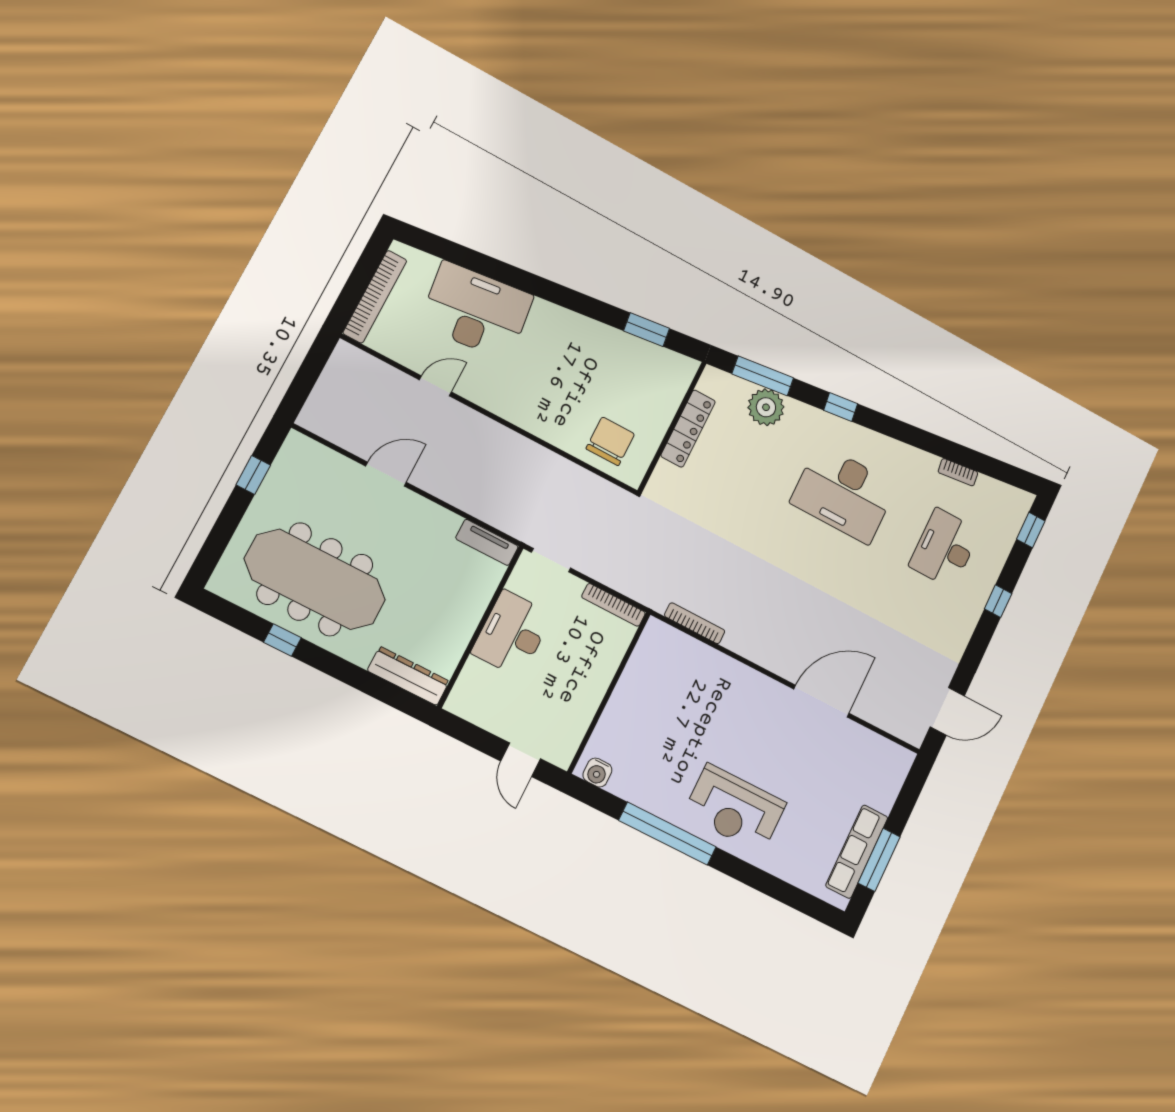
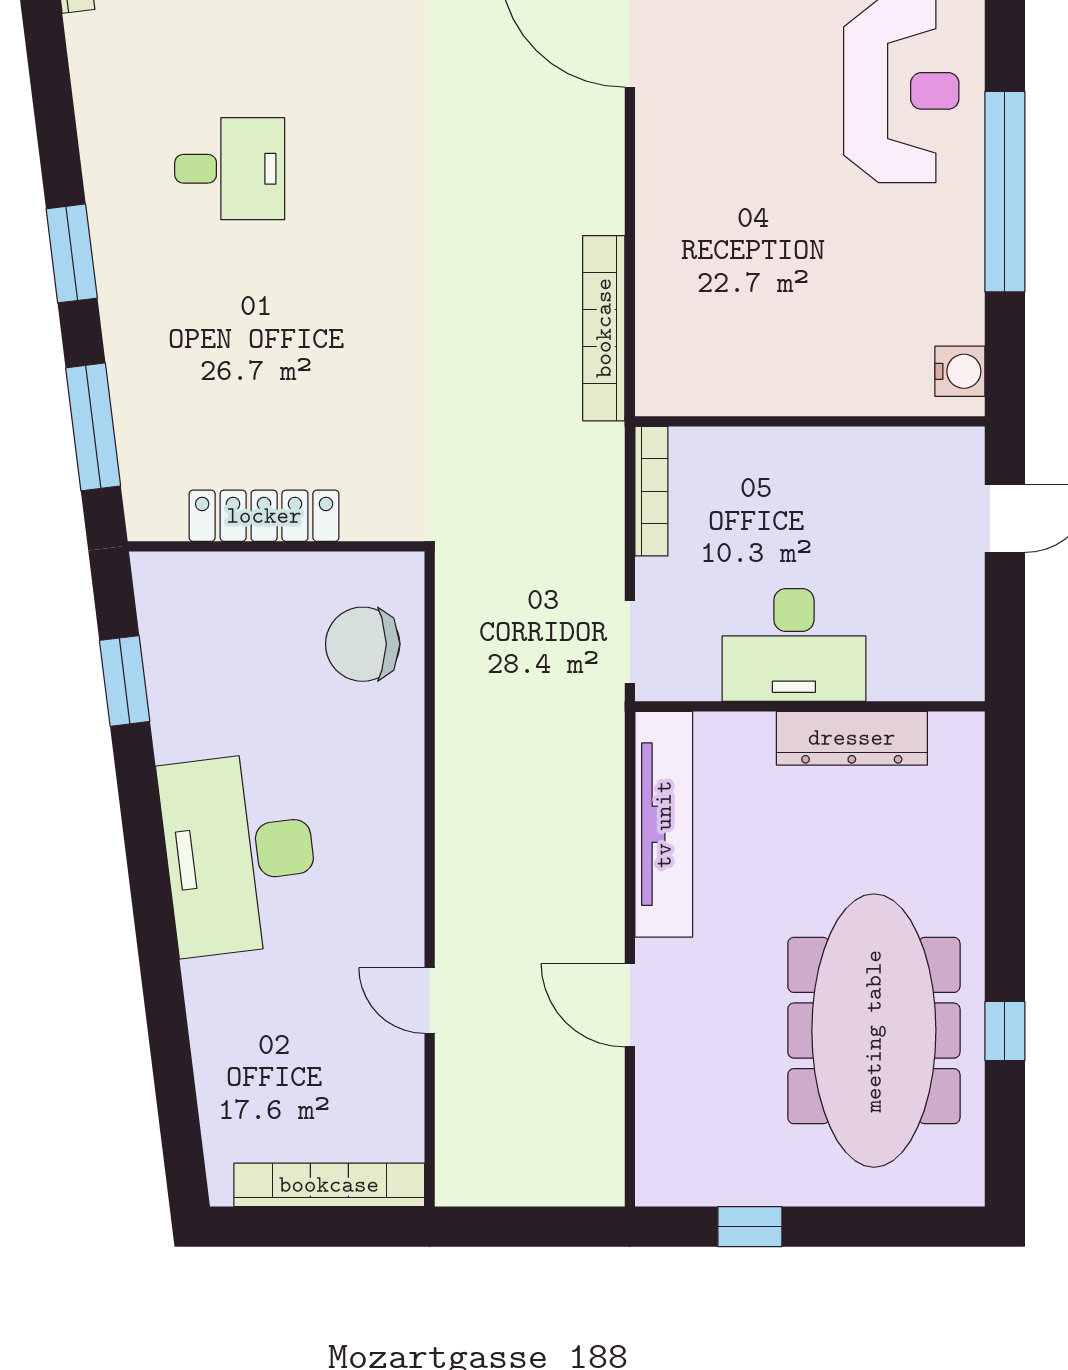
desk: (476, 311) -> (240, 854), moved
plant: (766, 407) -> (148, 392), removed
window: (841, 407) -> (72, 253), width x1.50
desk: (844, 494) -> (230, 169), width x0.53, depth x0.77
tv unit: (487, 542) -> (664, 824), width x1.92, depth x1.29
bookcase: (695, 623) -> (604, 328), width x1.48, depth x1.31
dresser: (408, 676) -> (852, 738), moved, turned -90

